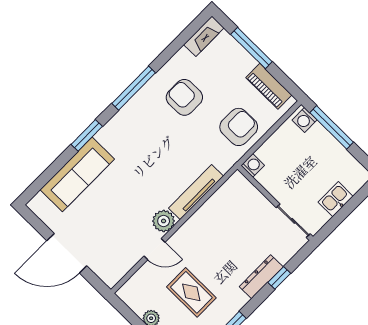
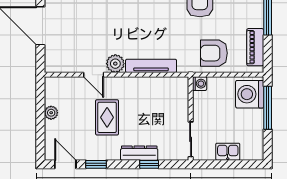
washing machine: (305, 120) -> (250, 94), width x1.89, depth x1.89
armchair: (239, 127) -> (214, 53), turned 180
rug: (191, 292) -> (107, 117), moved

